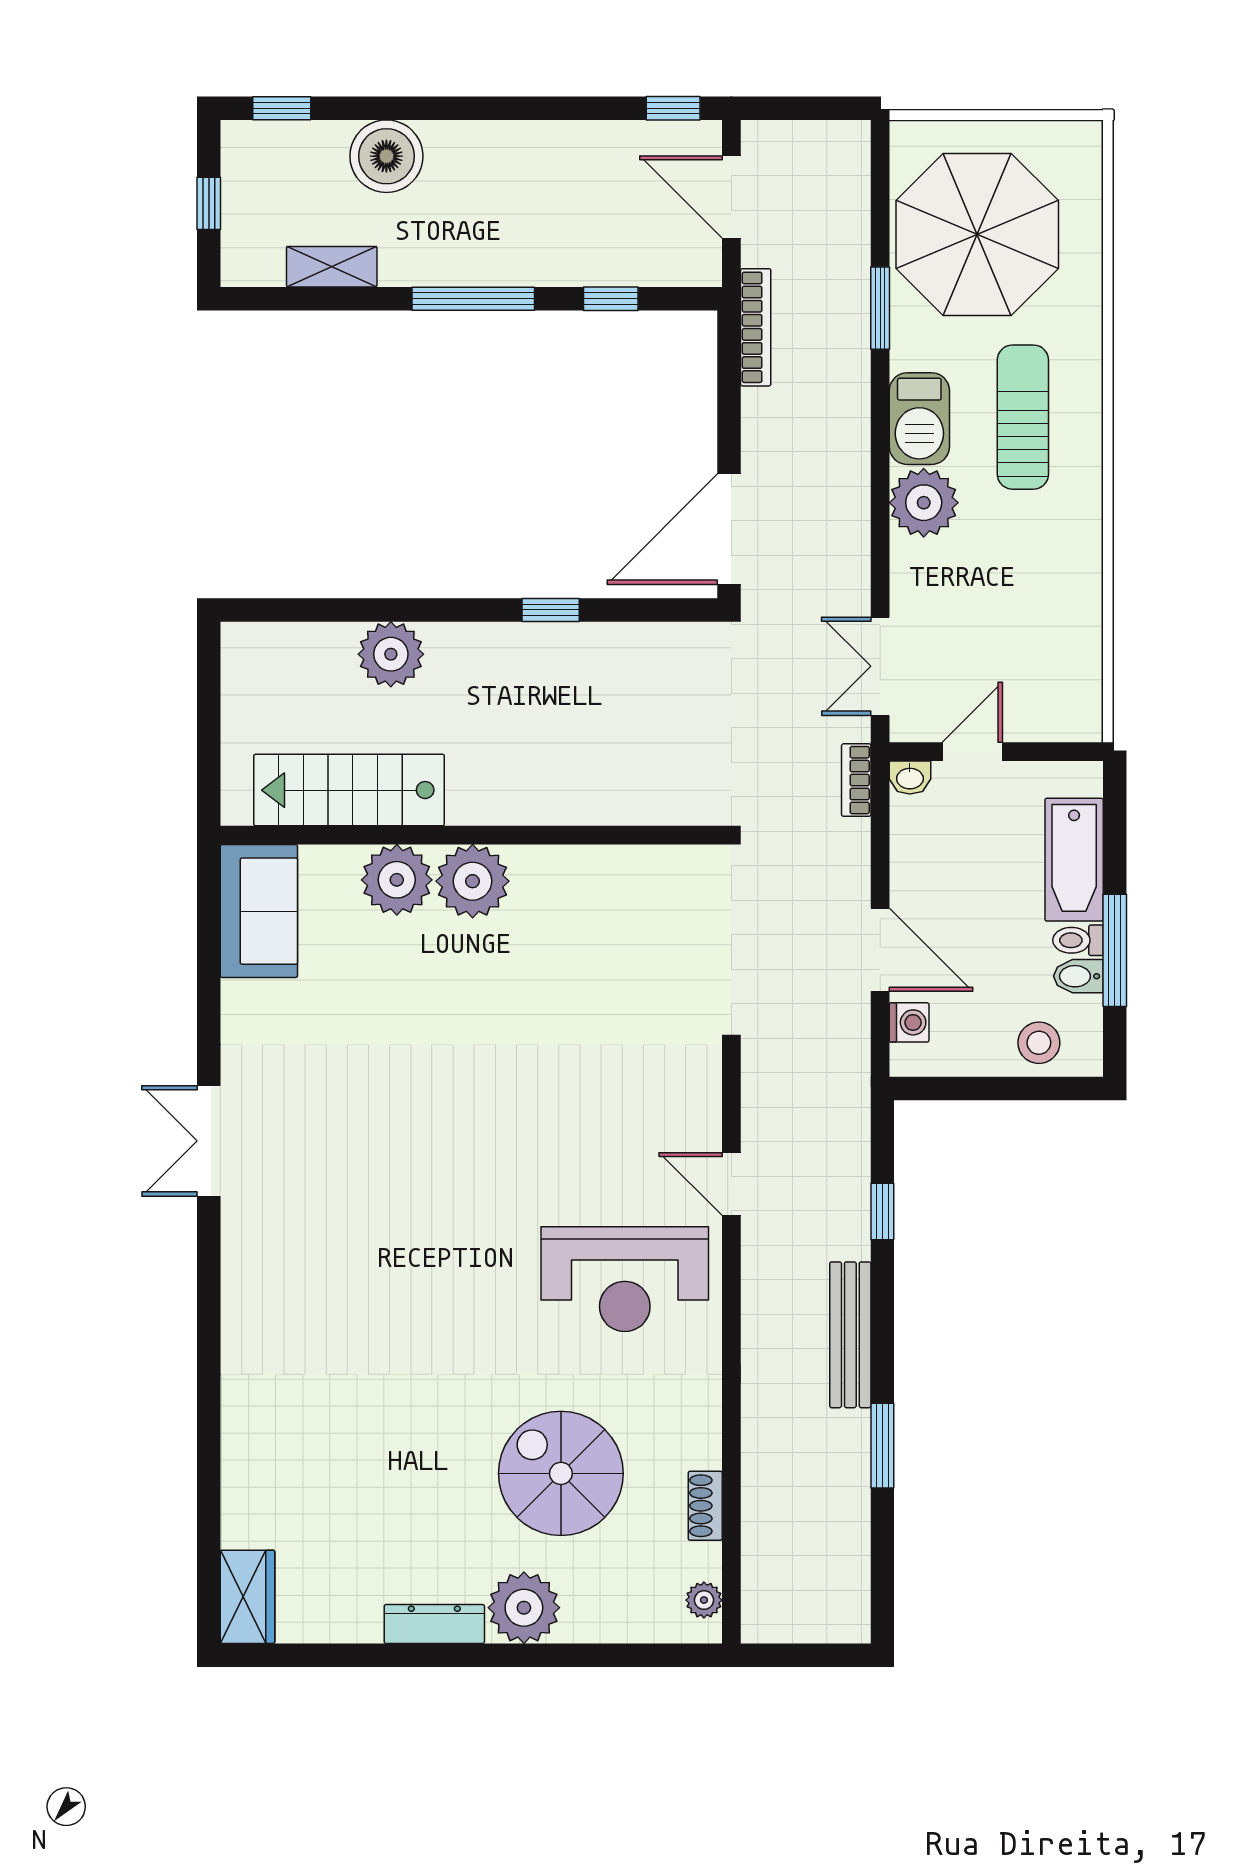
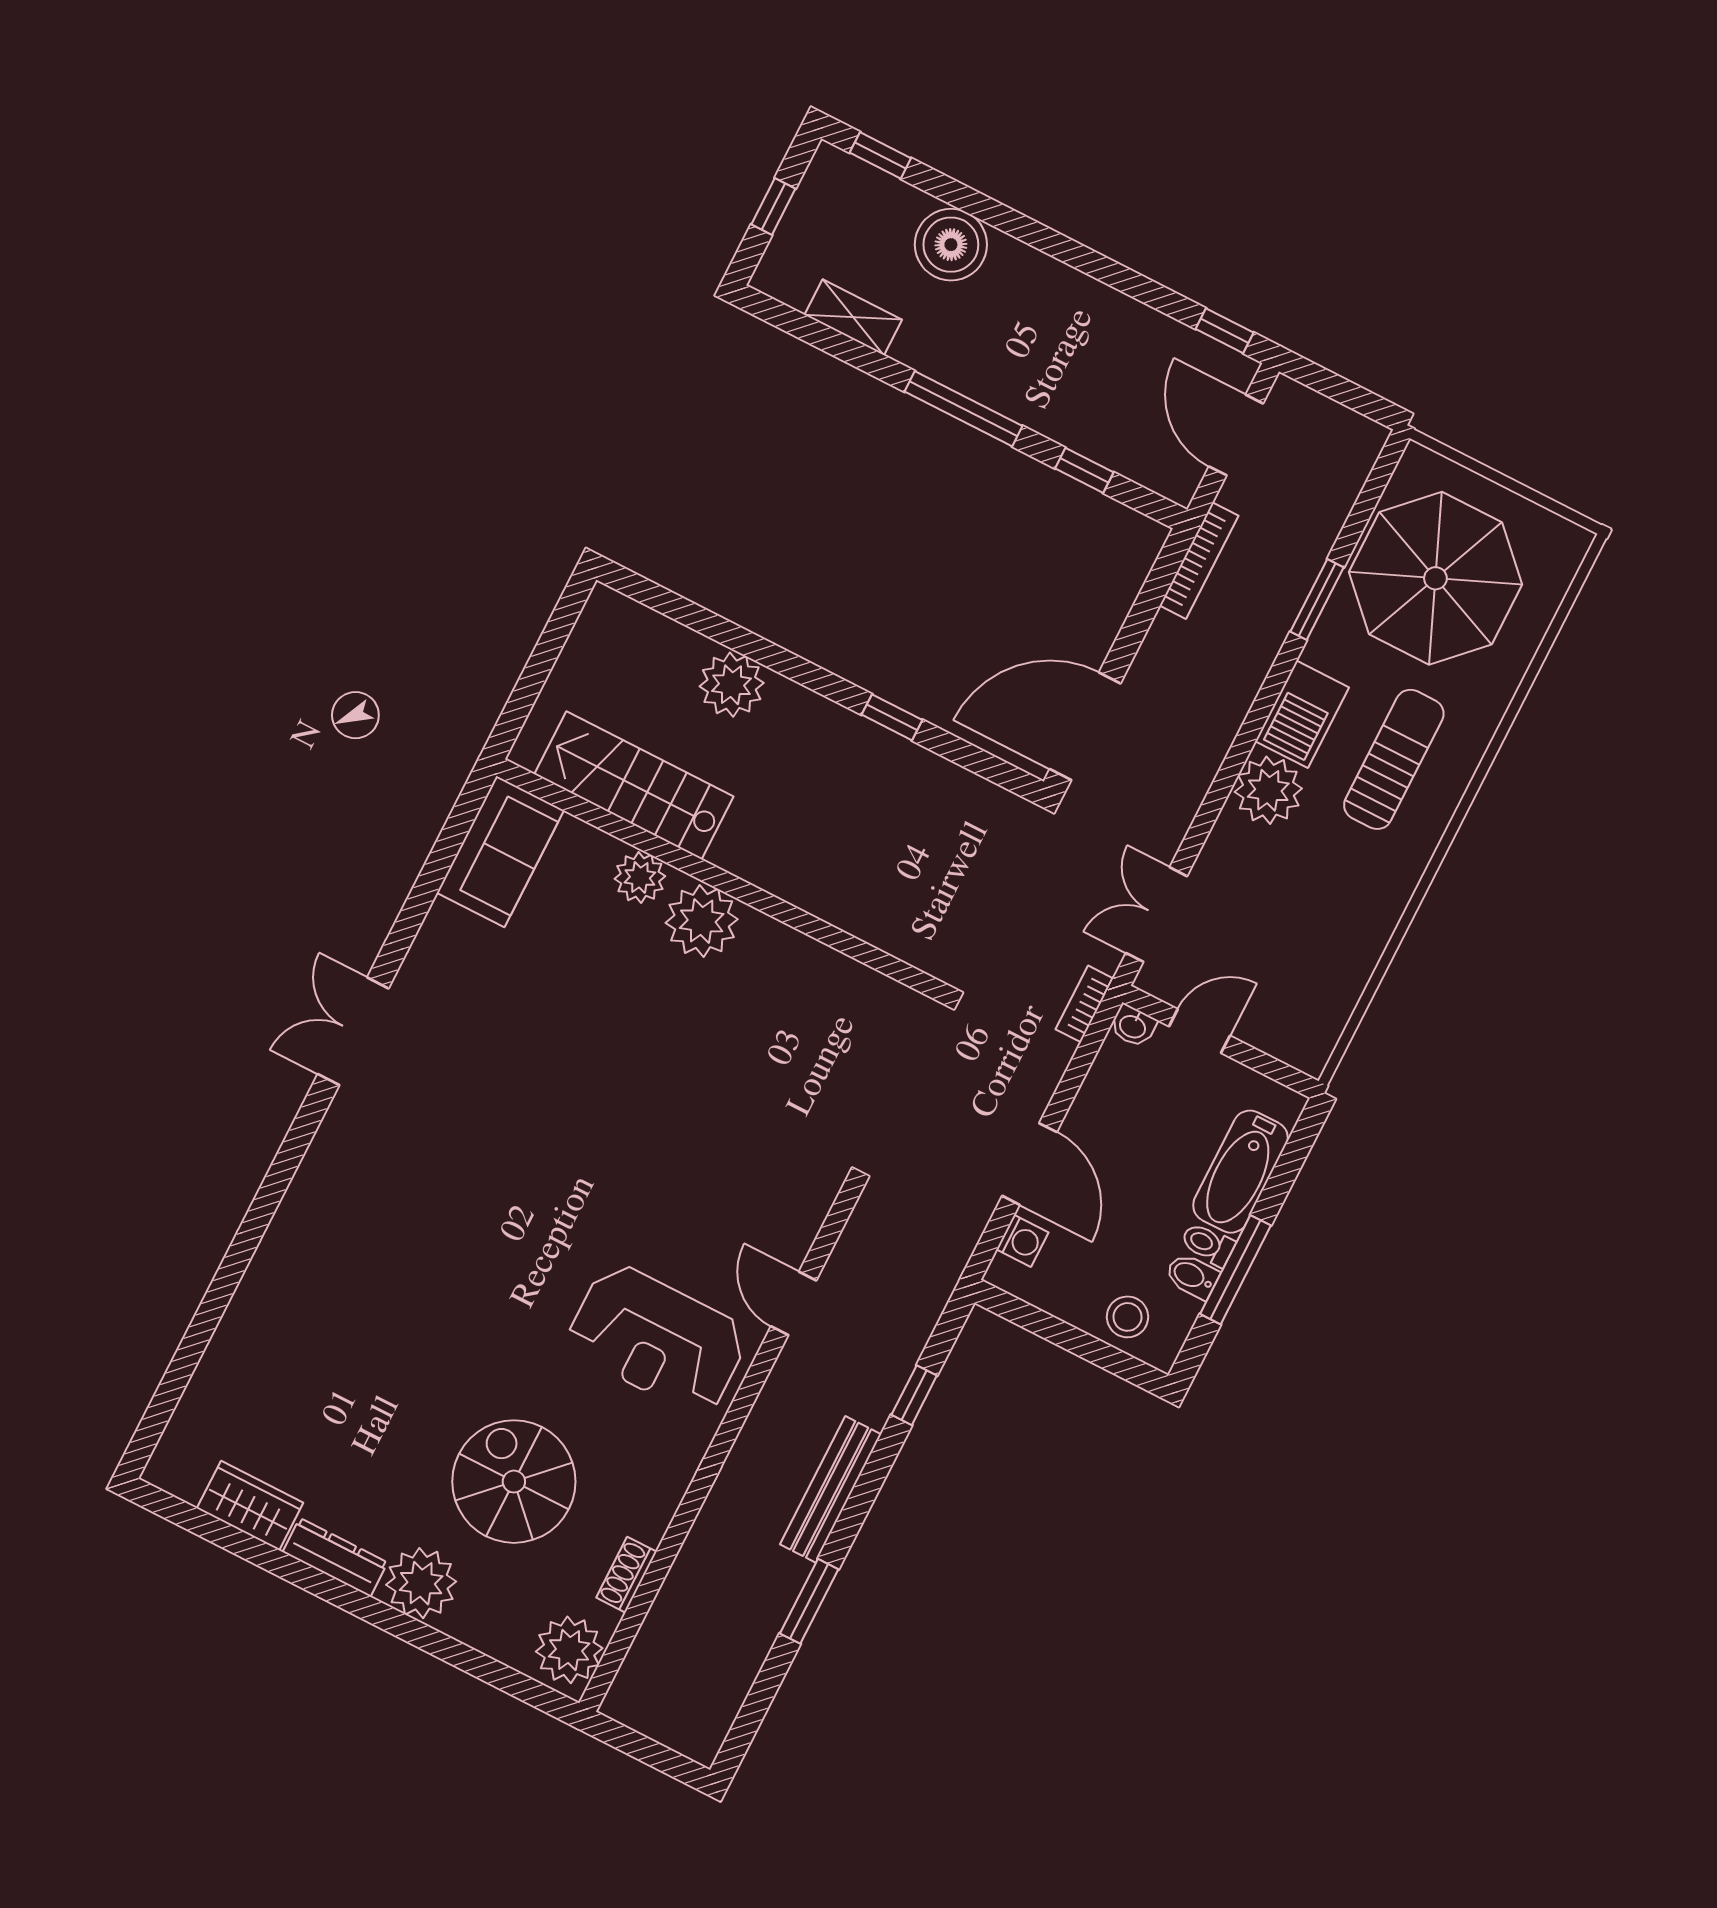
plant: (397, 880) -> (640, 878), width x0.73, depth x0.73
wardrobe: (247, 1597) -> (250, 1506), moved, turned -90
plant: (704, 1600) -> (569, 1650), width x1.88, depth x1.88

